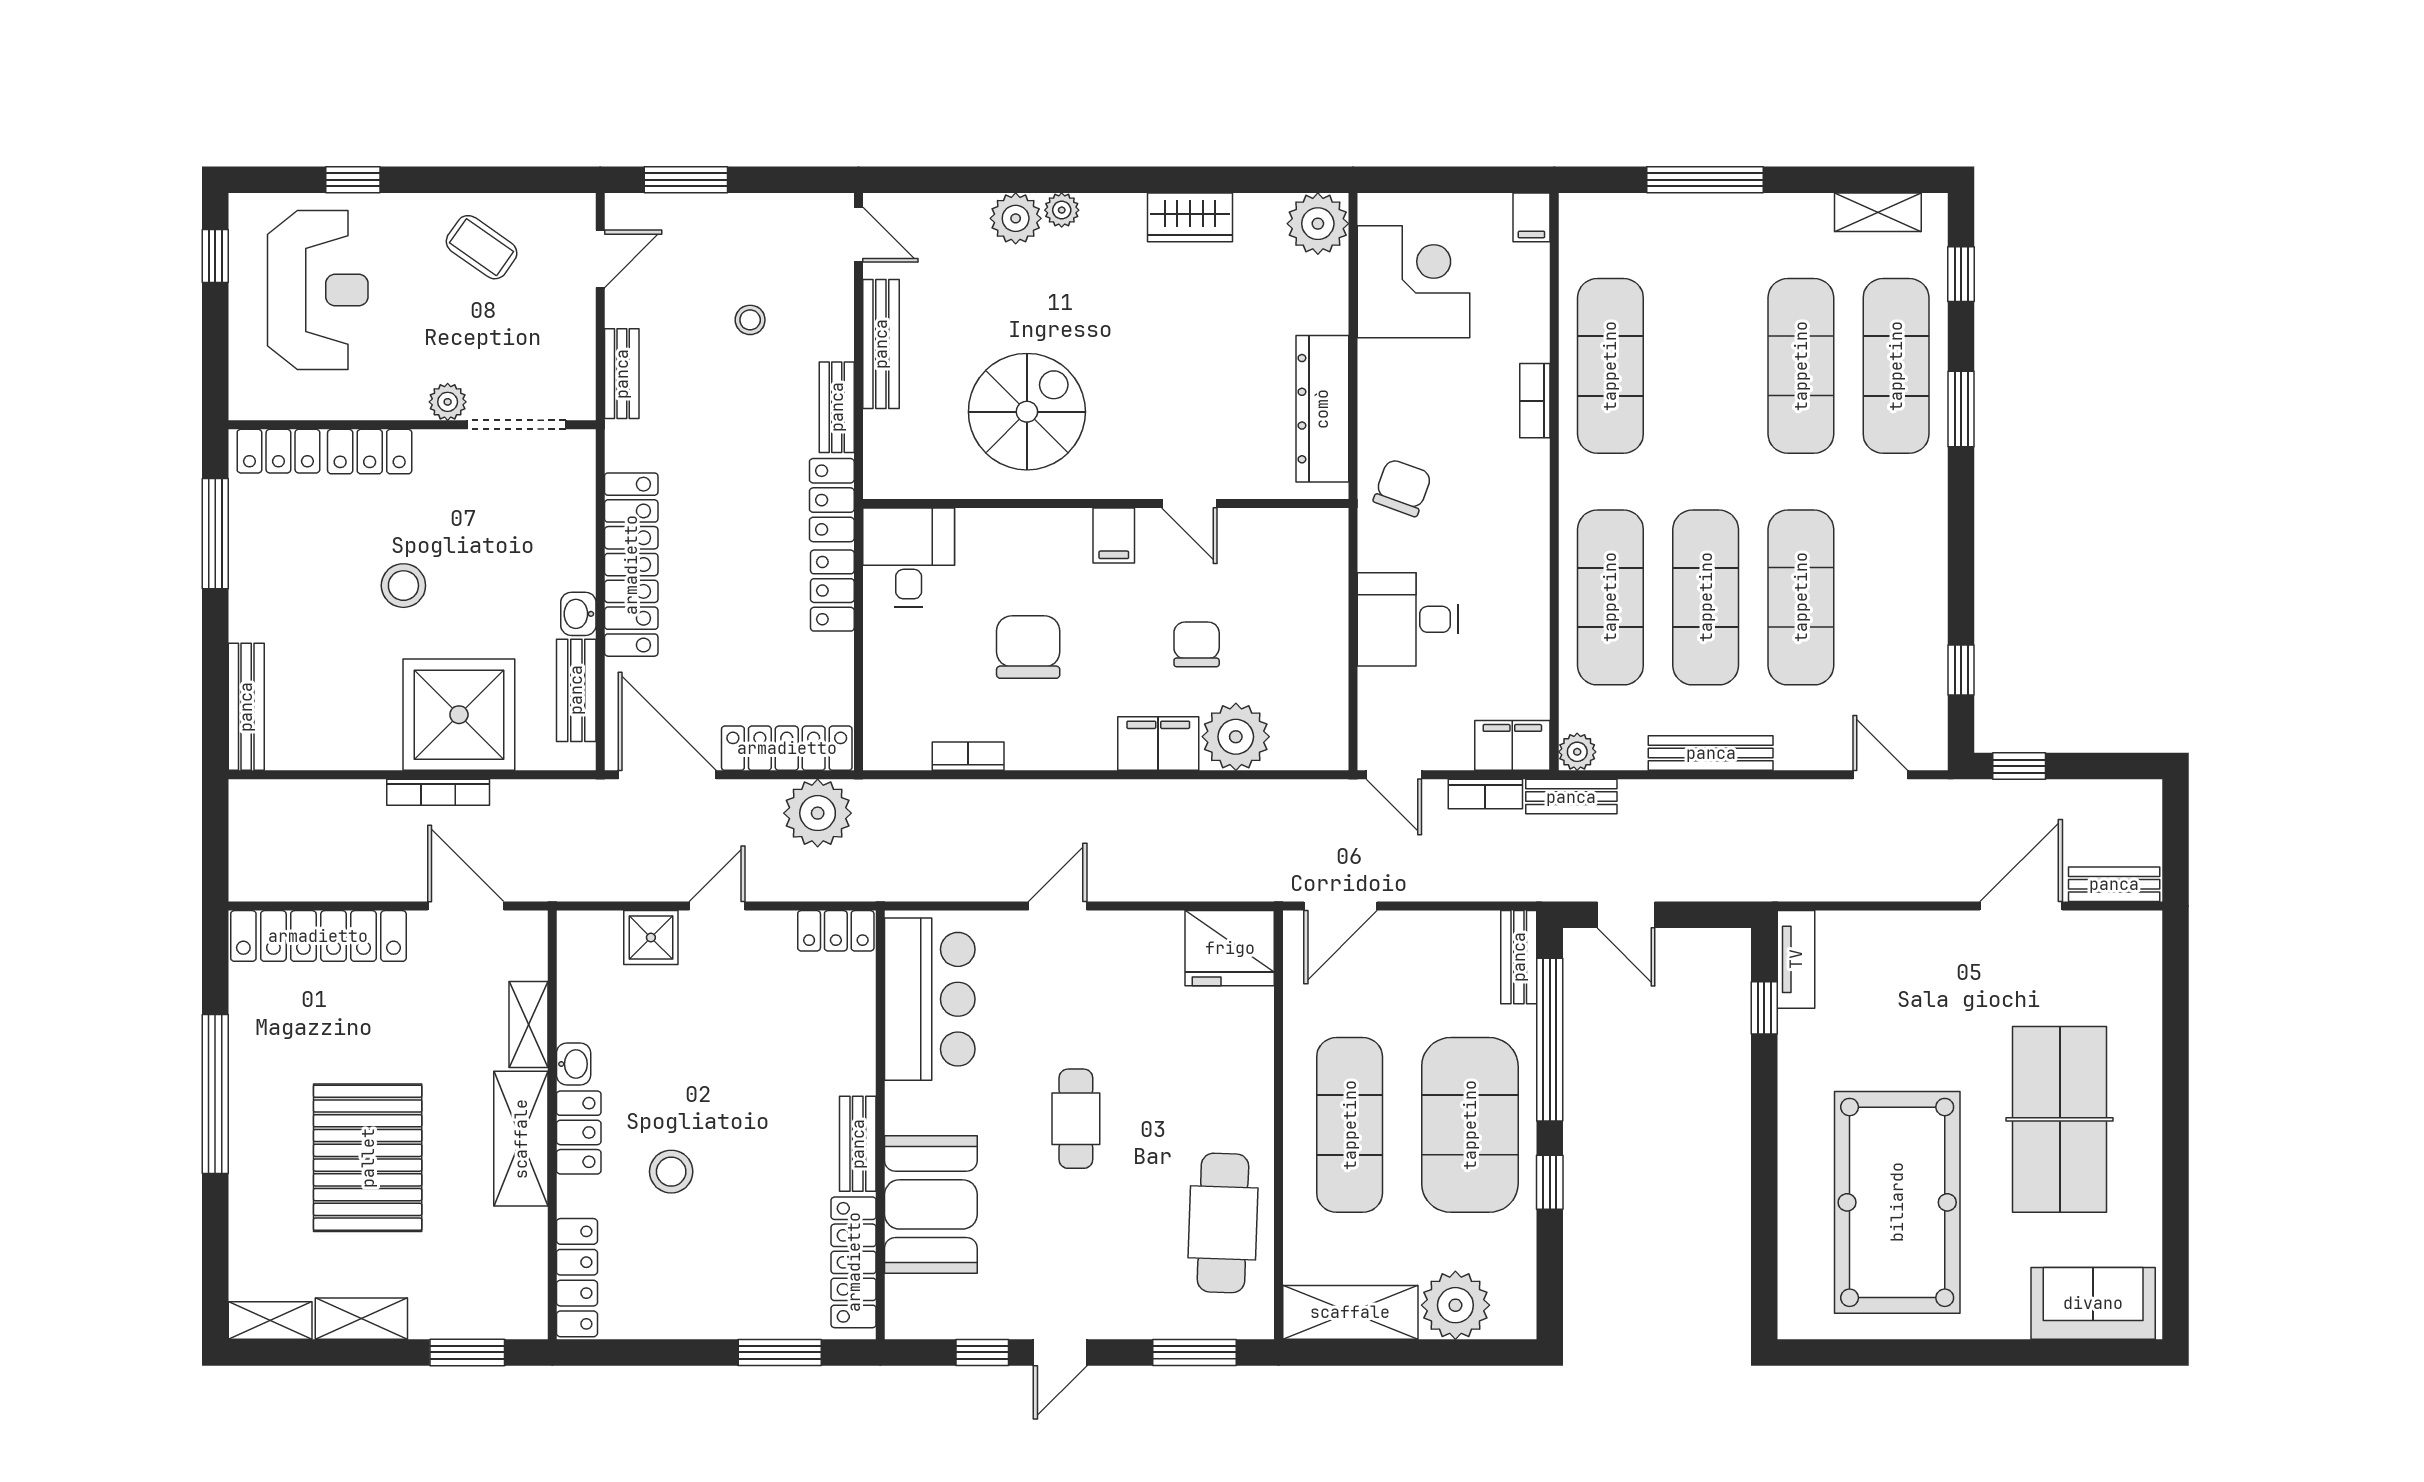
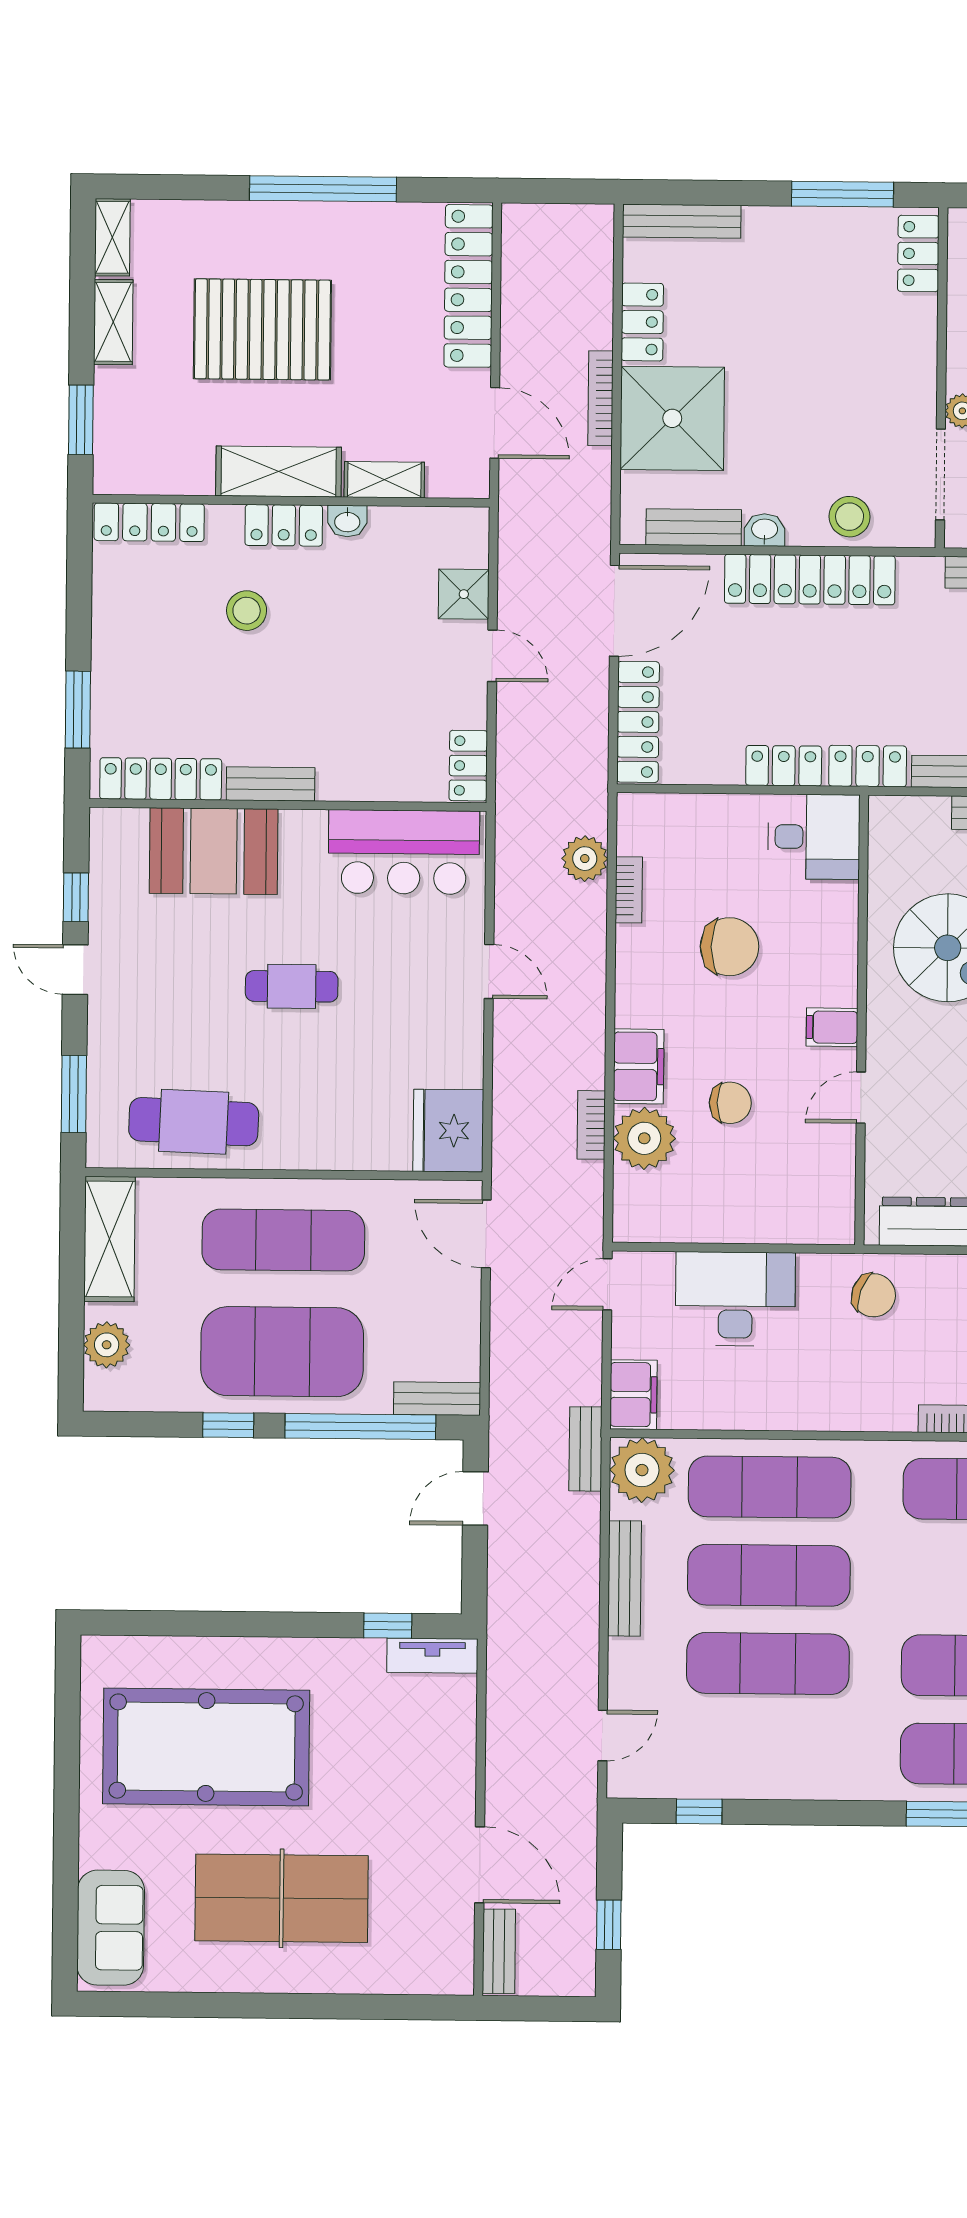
locker: (370, 452) -> (642, 322), moved, turned 180
stool: (403, 586) -> (850, 517), moved
desk: (1408, 619) -> (735, 1299), width x1.37
plant: (1577, 752) -> (642, 1470), width x1.88, depth x1.88
window: (2019, 766) -> (609, 1925), moved
bookcase: (1485, 794) -> (591, 1125), moved
plant: (818, 813) -> (585, 859), moved, width x0.73, depth x0.73
door: (466, 906) -> (495, 423), hinge flipped
plant: (1455, 1305) -> (107, 1345), width x0.73, depth x0.73

